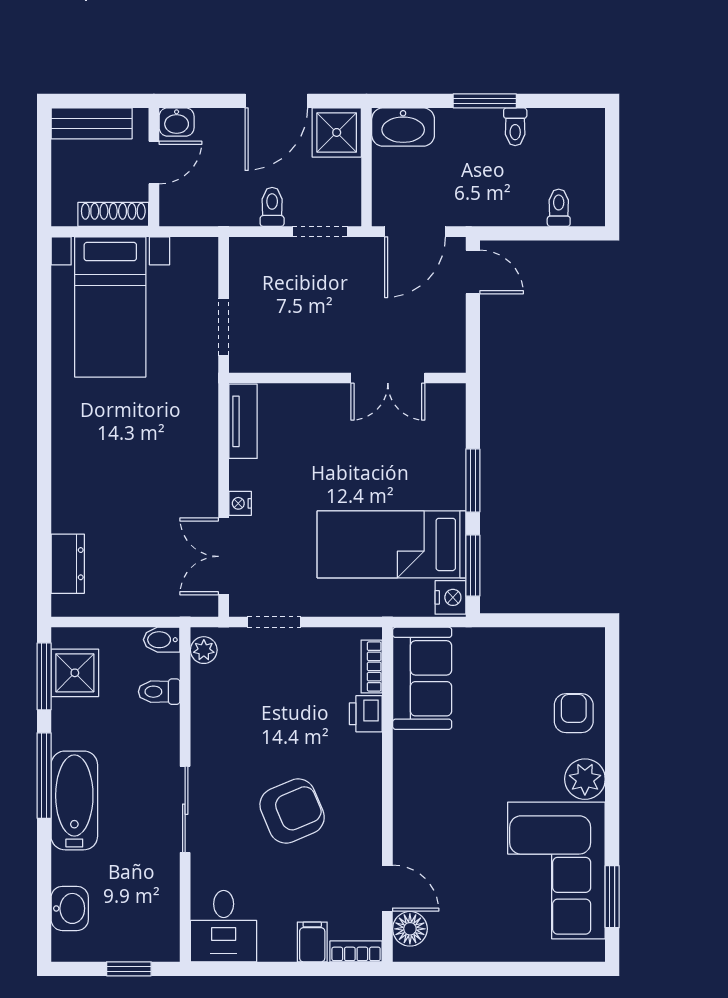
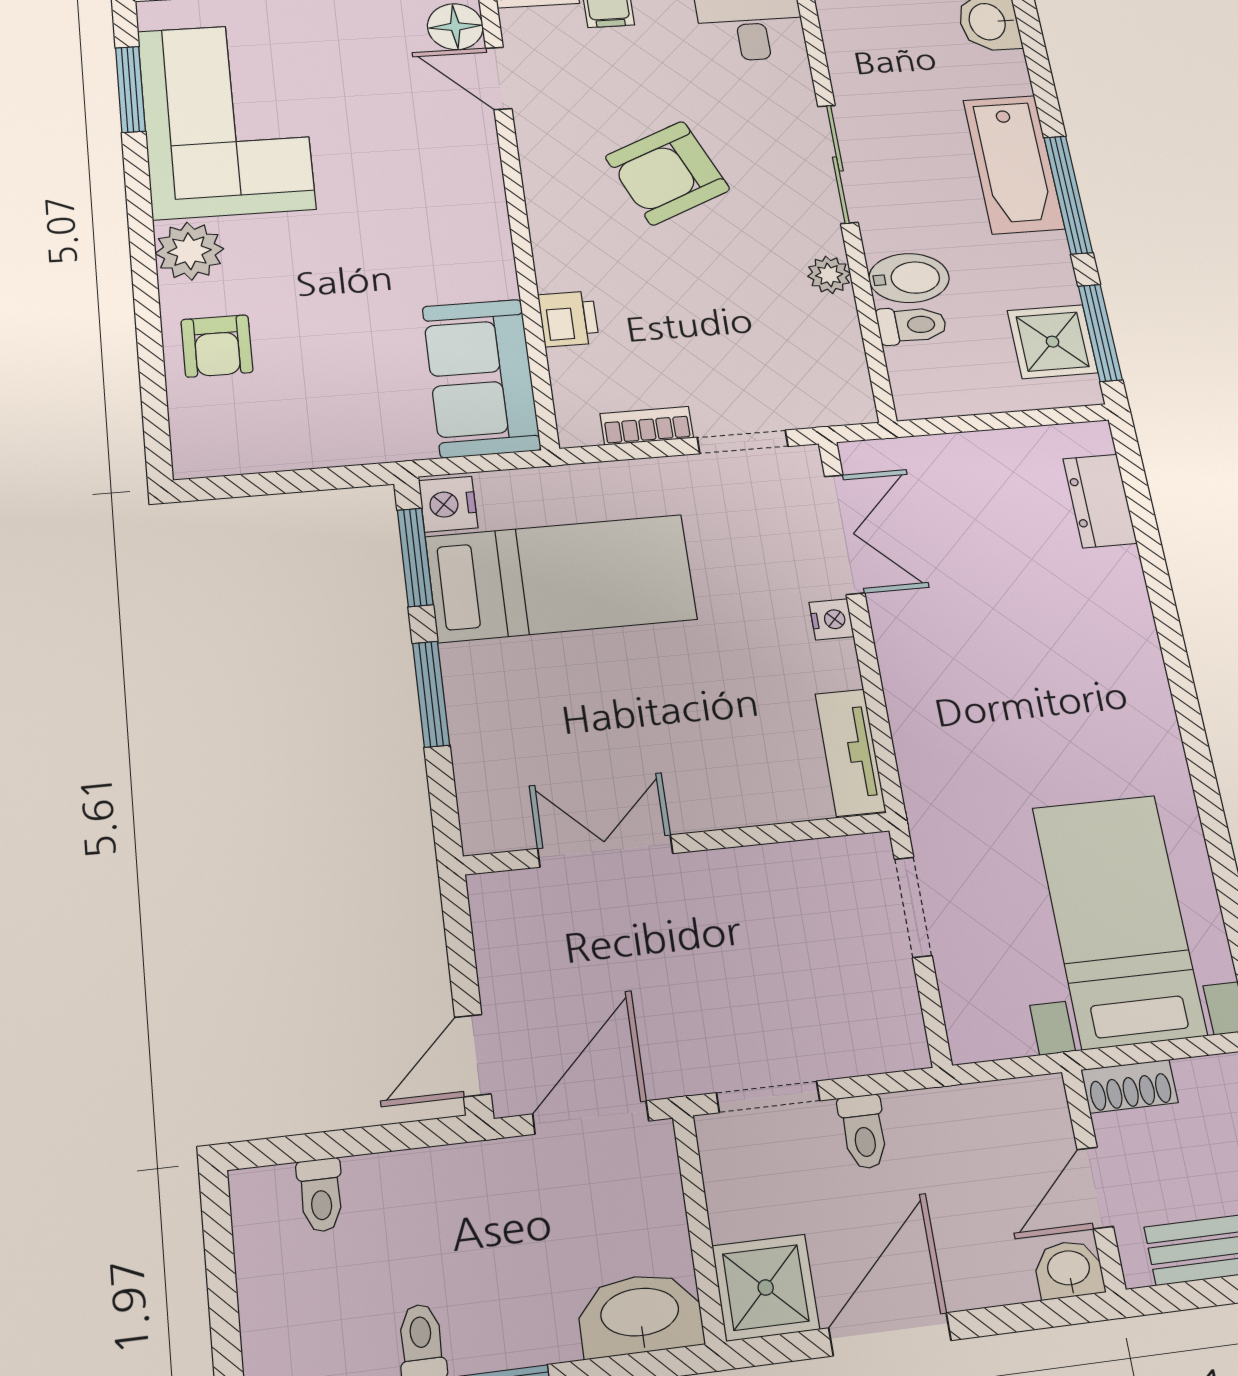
shoe rack: (113, 214) -> (1129, 1086), width x0.70
door: (473, 272) -> (473, 1055), hinge flipped
bidet: (162, 640) -> (909, 278), moved, width x1.38, depth x1.36
plant: (204, 650) -> (829, 275), moved
bookcase: (372, 666) -> (647, 426), moved, turned -90

